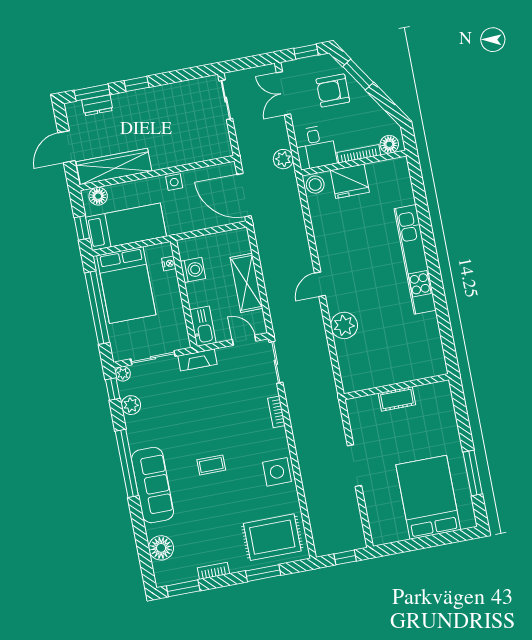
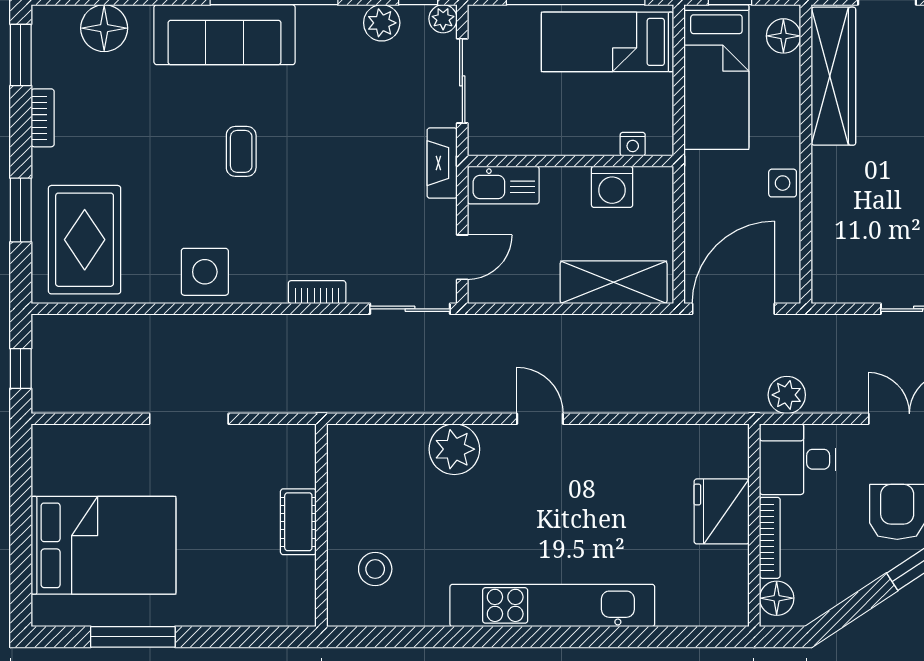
stool: (315, 185) -> (375, 569), moved
shelving: (247, 283) -> (614, 282), moved
bed: (126, 285) -> (607, 42), width x0.67

